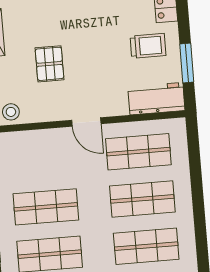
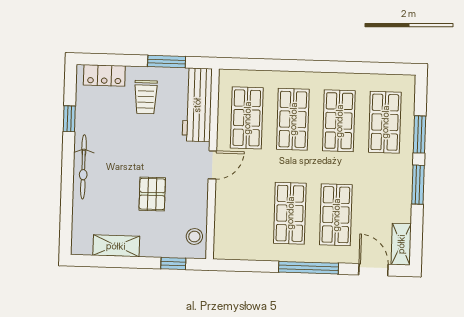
trolley: (148, 46) -> (146, 97), turned 180
pallet: (49, 64) -> (152, 194), turned 90
workbench: (156, 99) -> (197, 105), width x1.38

